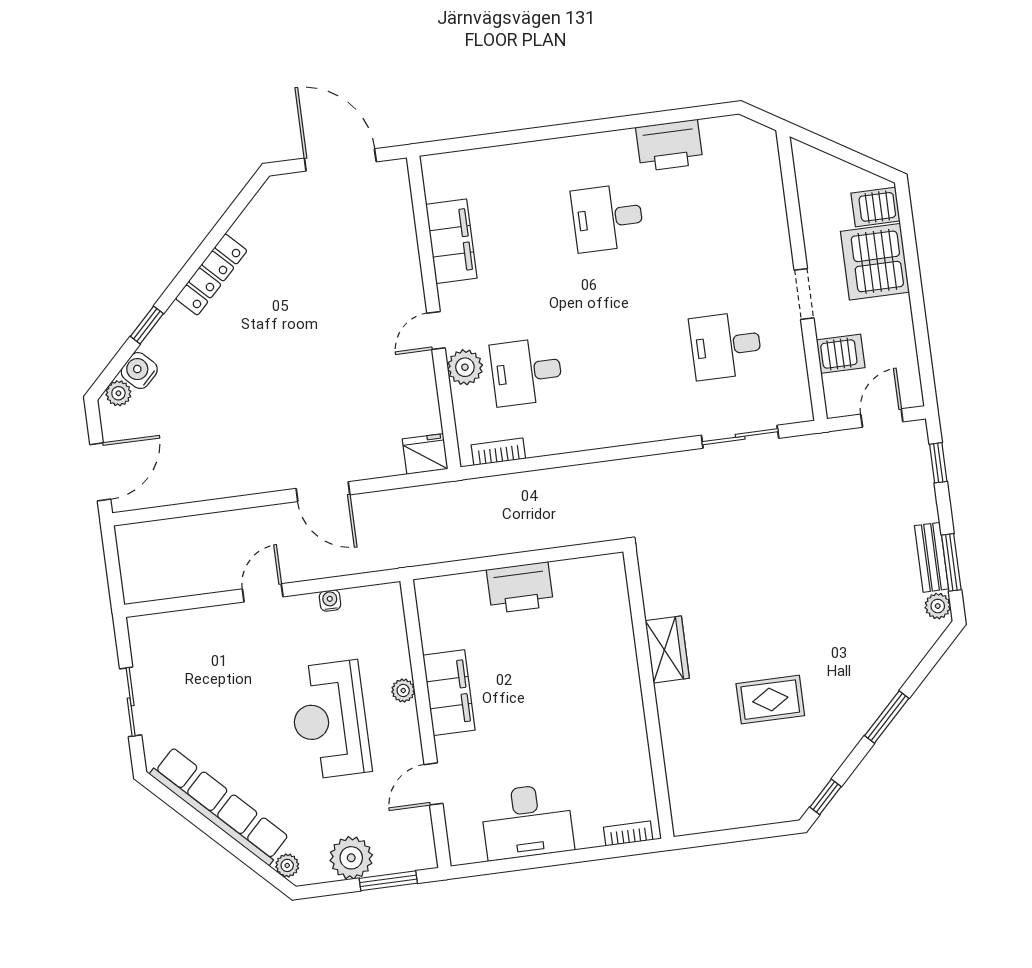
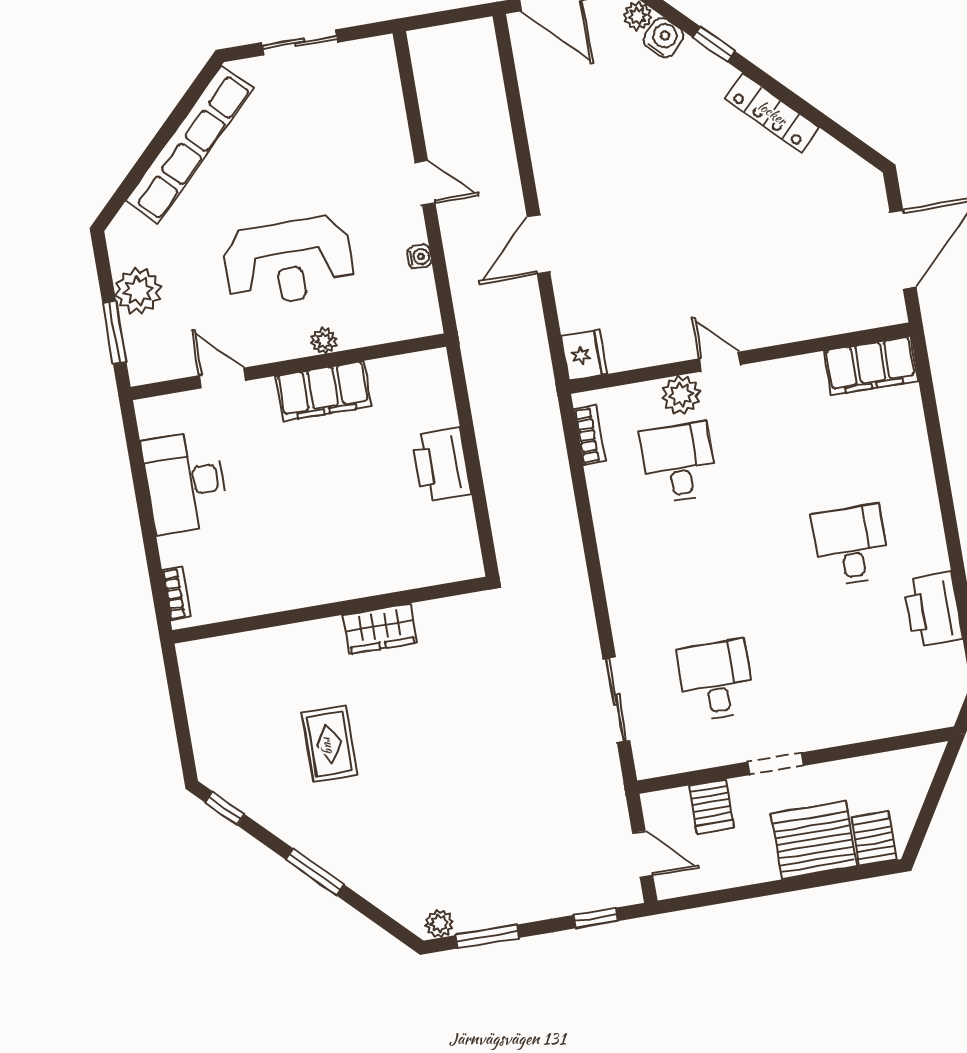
filing cabinet: (451, 241) -> (871, 366), moved
bench: (931, 557) -> (492, 915), removed
reception desk: (330, 720) -> (288, 262), turned 180
plant: (287, 865) -> (127, 221), removed

